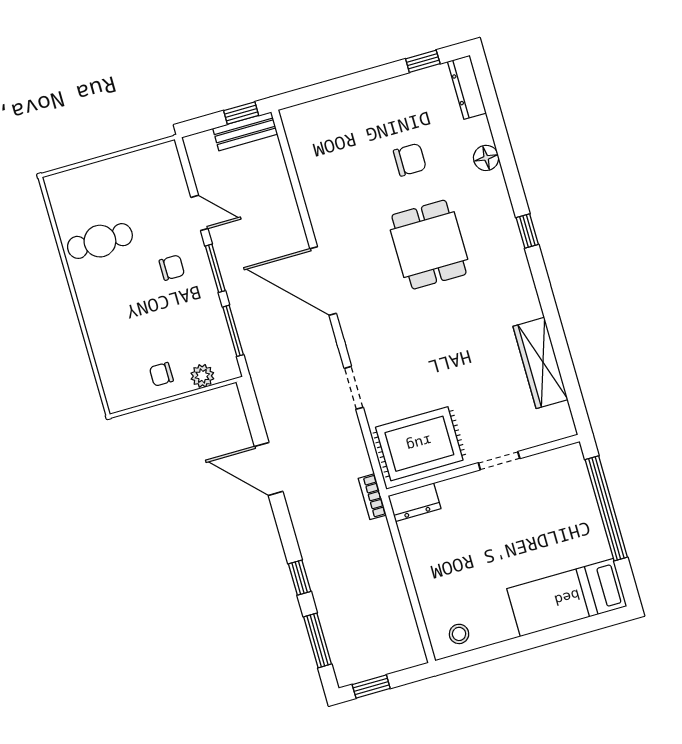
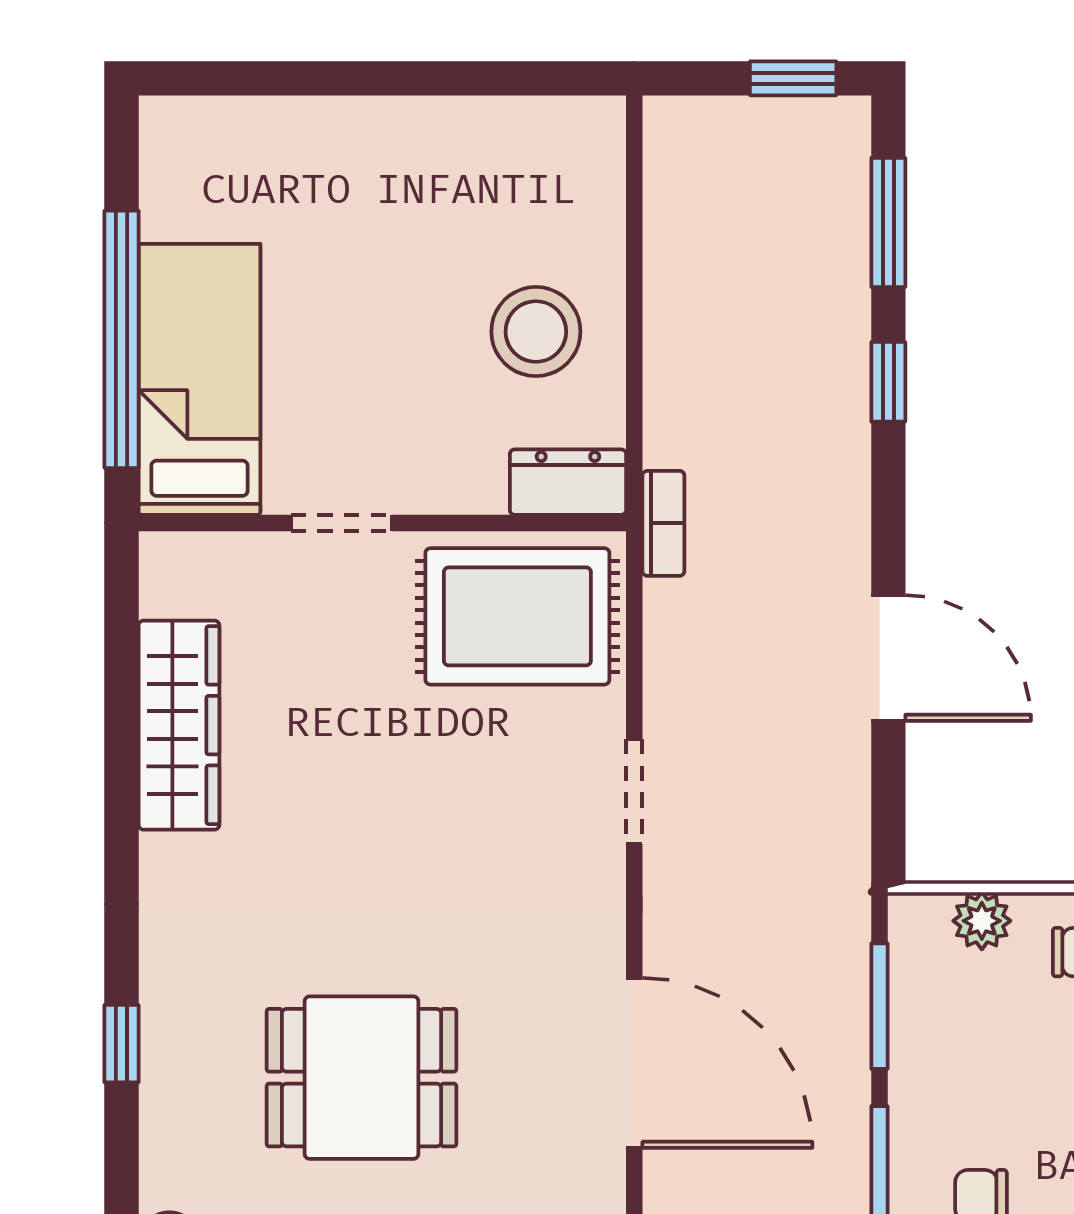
dining table: (429, 245) -> (362, 1078), turned 90
bed: (567, 598) -> (200, 379), moved, turned -90
stool: (459, 634) -> (536, 332), moved, width x1.89, depth x1.89

